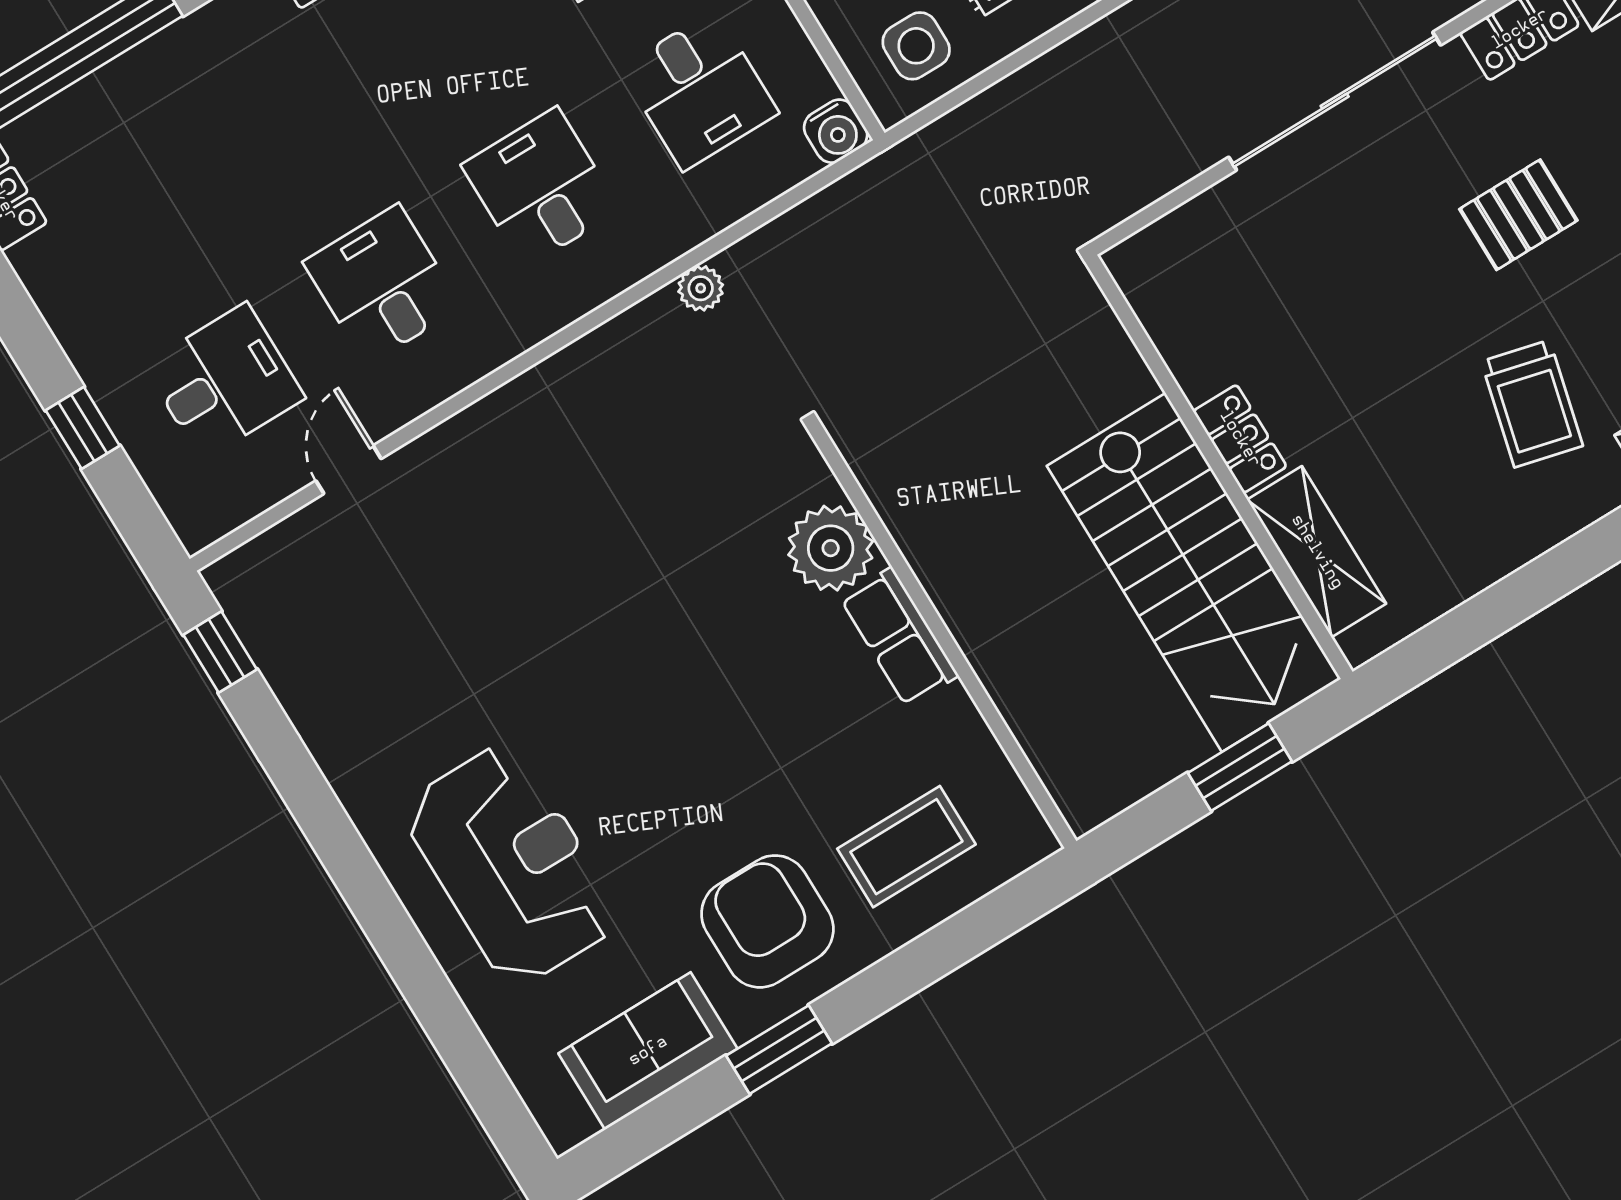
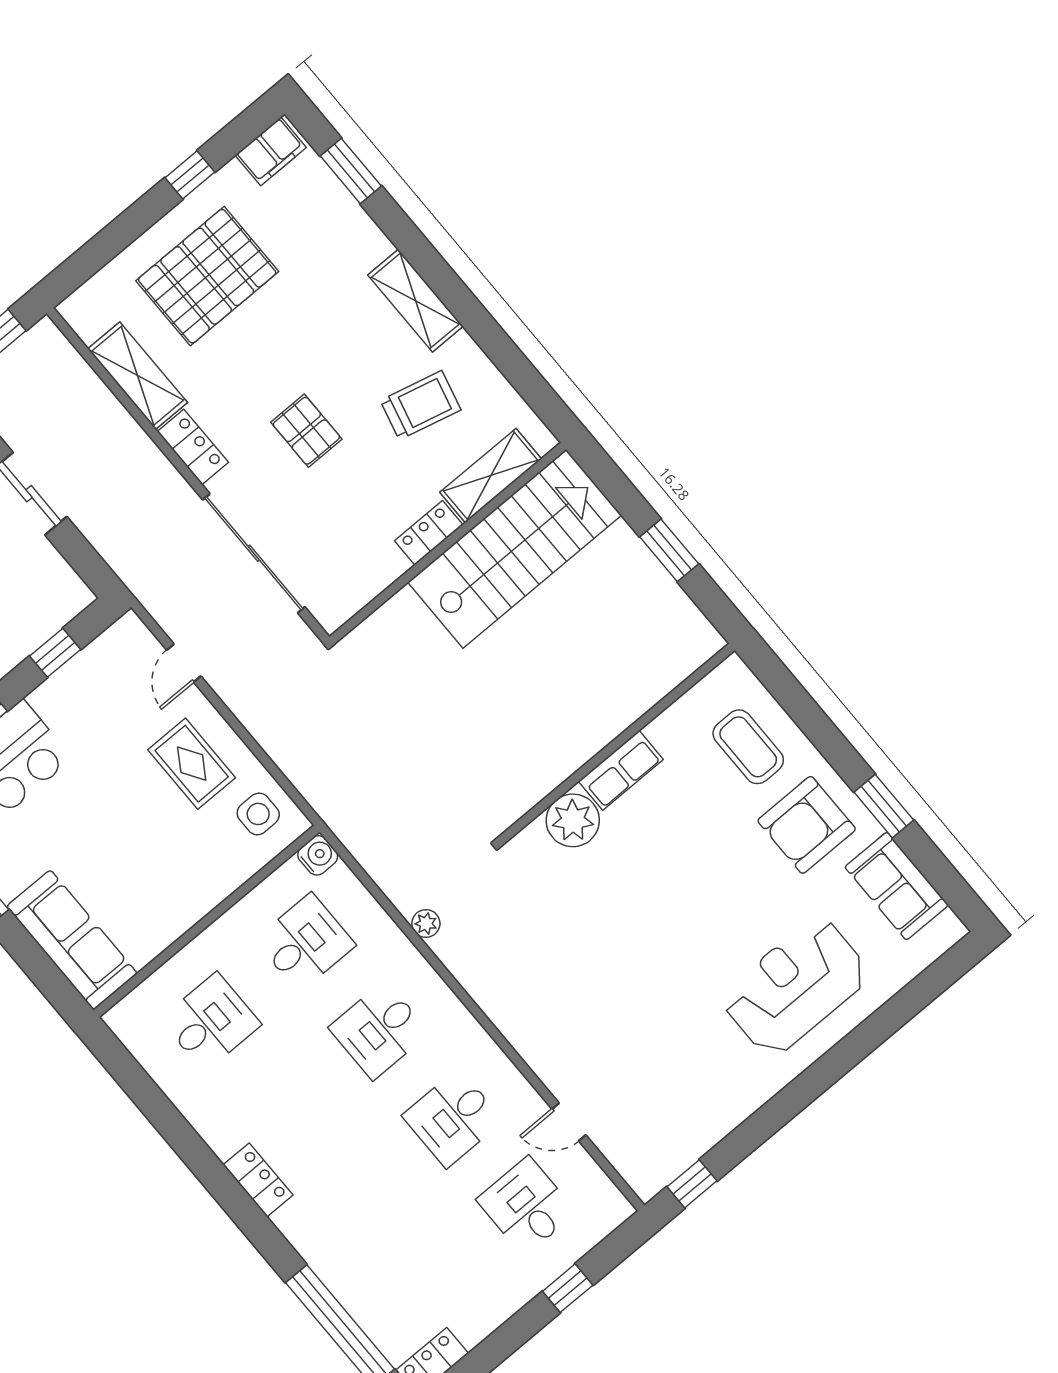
locker: (1240, 439) -> (429, 533), moved
wall: (1219, 467) -> (448, 543), moved
shelving: (1317, 552) -> (491, 476), moved
stairs: (1194, 572) -> (515, 549), moved

